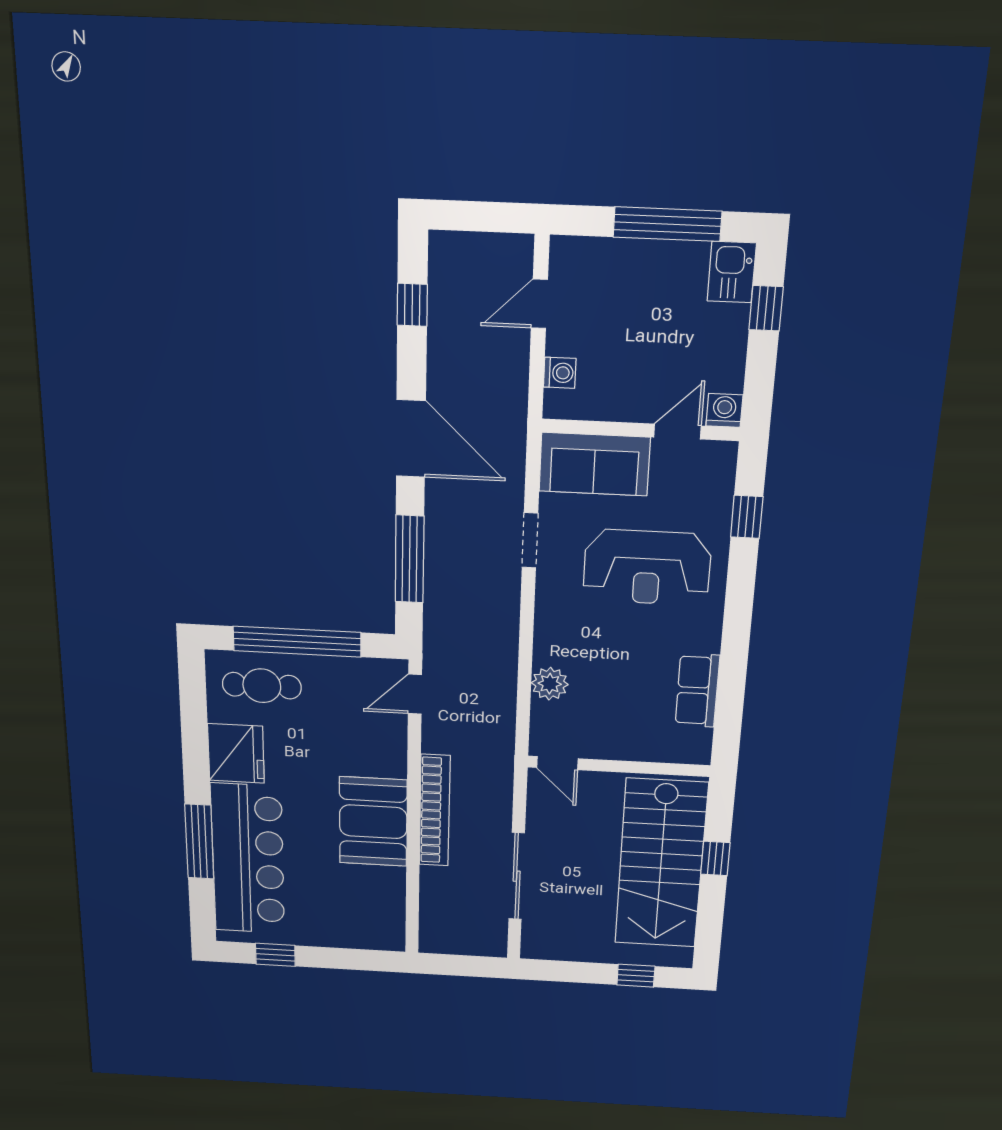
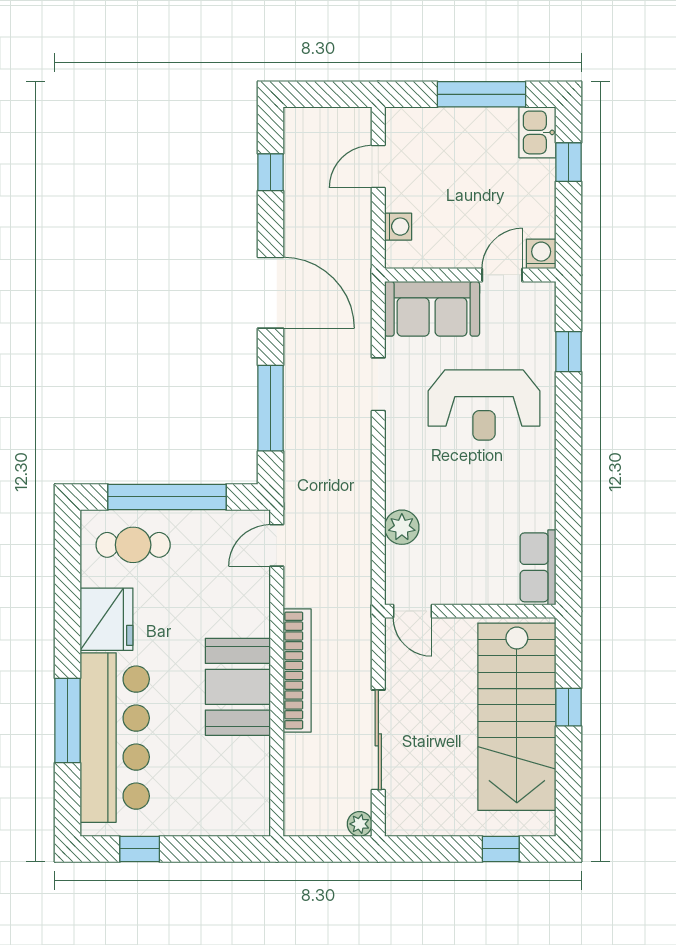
row of seats: (697, 690) -> (538, 567), moved
plant: (495, 947) -> (360, 824), added

